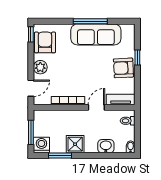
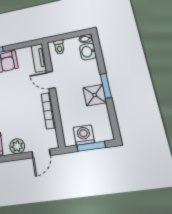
door: (31, 88) -> (41, 153), swing flipped
washing machine: (41, 145) -> (84, 135), moved, turned 90
washbasin: (106, 146) -> (88, 52), moved
window: (60, 156) -> (106, 86), moved

